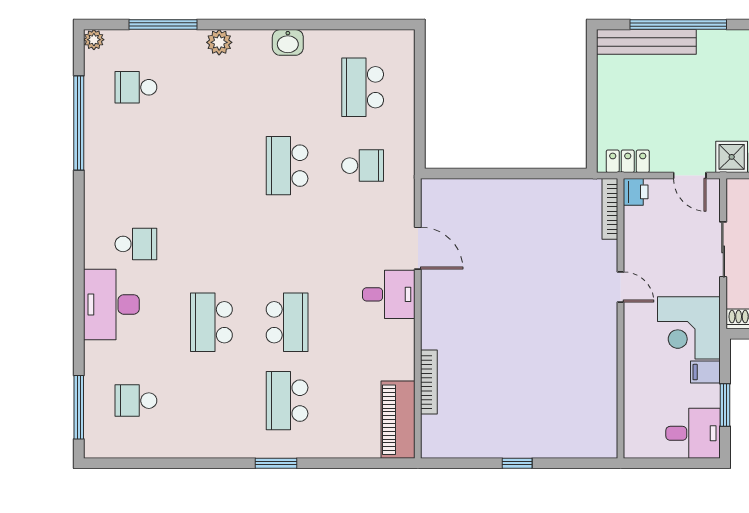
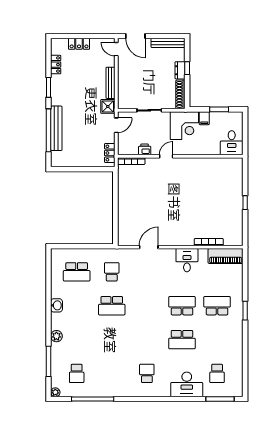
bench: (646, 42) -> (56, 128), moved
printer: (636, 192) -> (145, 149), moved
desk: (389, 294) -> (187, 260), moved
desk: (111, 304) -> (187, 384), moved
school desk: (287, 401) -> (217, 306), turned 180
desk: (693, 433) -> (232, 143), moved, turned 180

